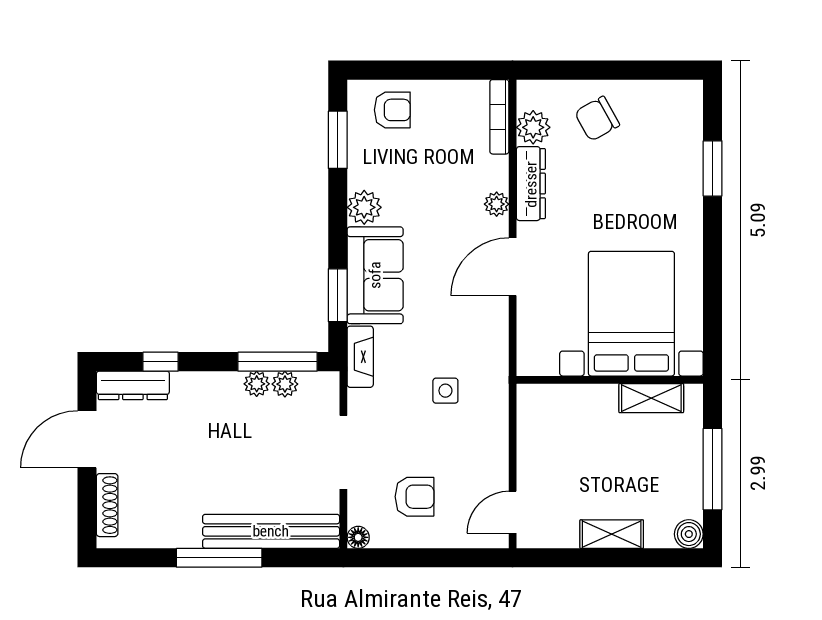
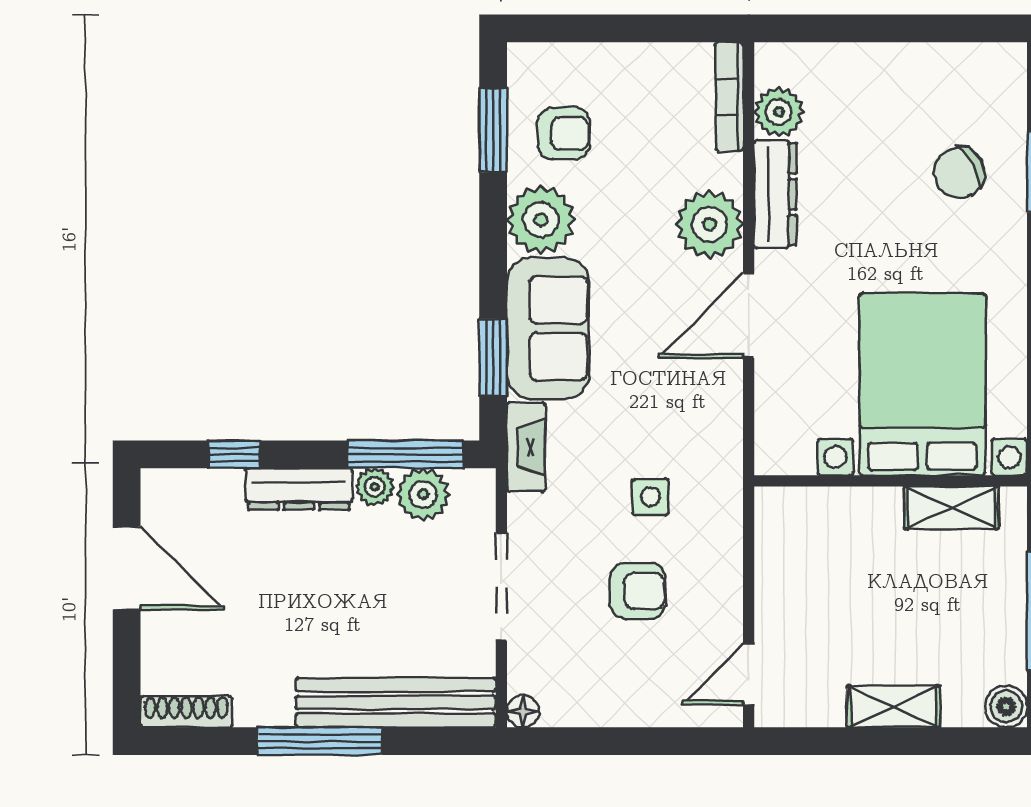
armchair: (392, 110) -> (564, 133), moved
chair: (597, 119) -> (959, 173), moved
plant: (497, 204) -> (709, 224), width x1.88, depth x1.88
plant: (364, 207) -> (541, 220), width x1.36, depth x1.36
plant: (285, 384) -> (423, 494), width x1.38, depth x1.38
dresser: (133, 385) -> (299, 489), moved
door: (87, 439) -> (127, 568), swing flipped
armchair: (415, 497) -> (638, 591), moved
shoe rack: (107, 505) -> (186, 712), moved, turned -90

